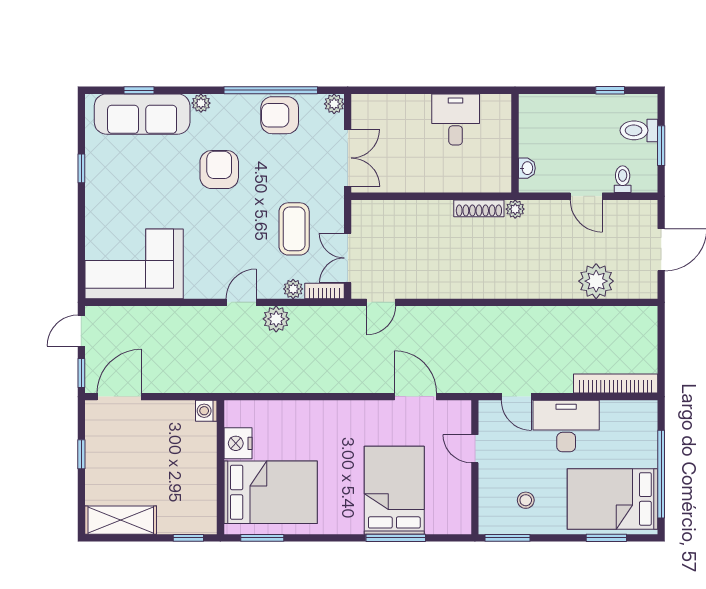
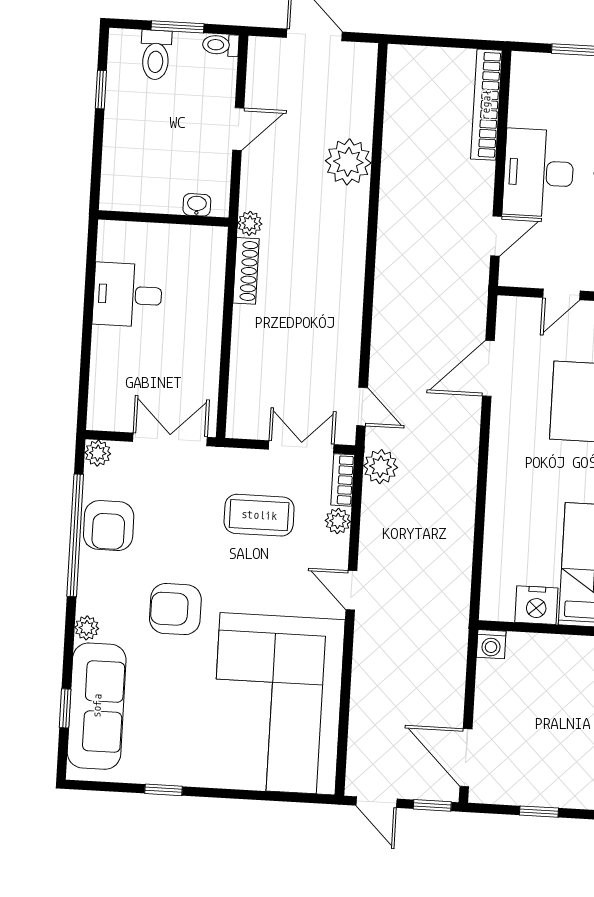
toilet: (623, 179) -> (221, 45), moved
double door: (348, 258) -> (301, 447), swing flipped
corner sofa: (134, 264) -> (278, 704), width x1.36, depth x1.36
plant: (596, 281) -> (348, 162), moved
plant: (276, 319) -> (381, 467), moved

